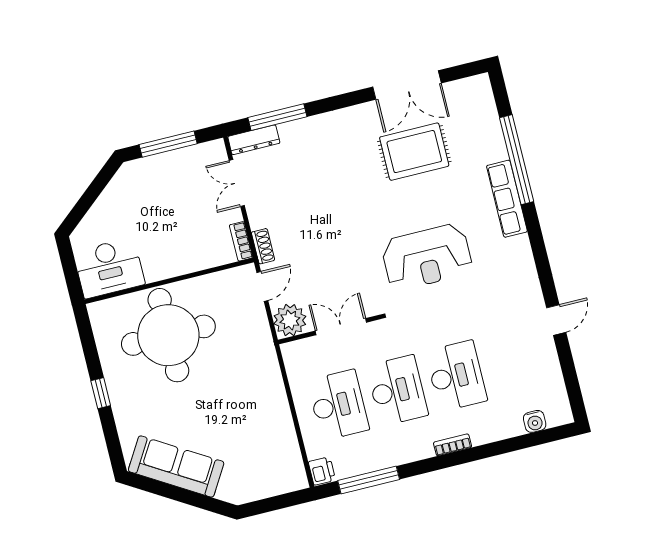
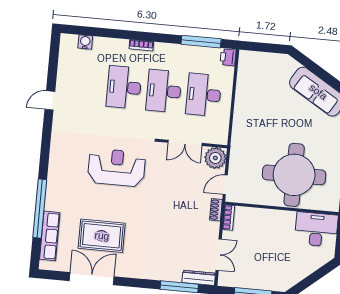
row of seats: (507, 199) -> (50, 236), moved

